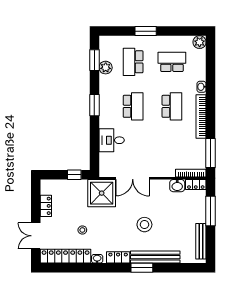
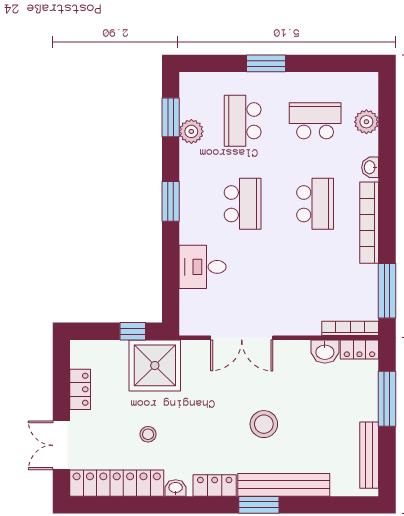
plant: (200, 42) -> (366, 122), moved
shower: (102, 193) -> (155, 365), moved

